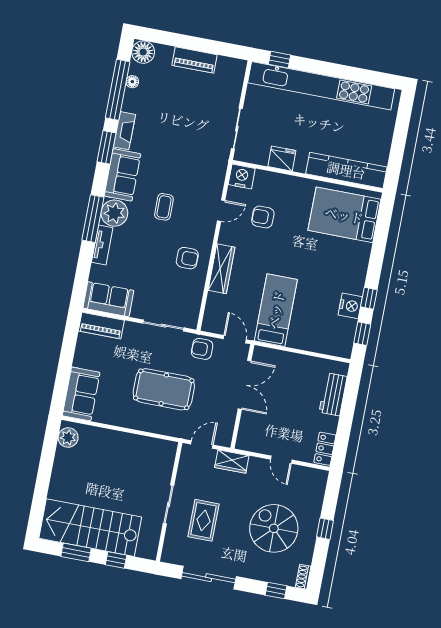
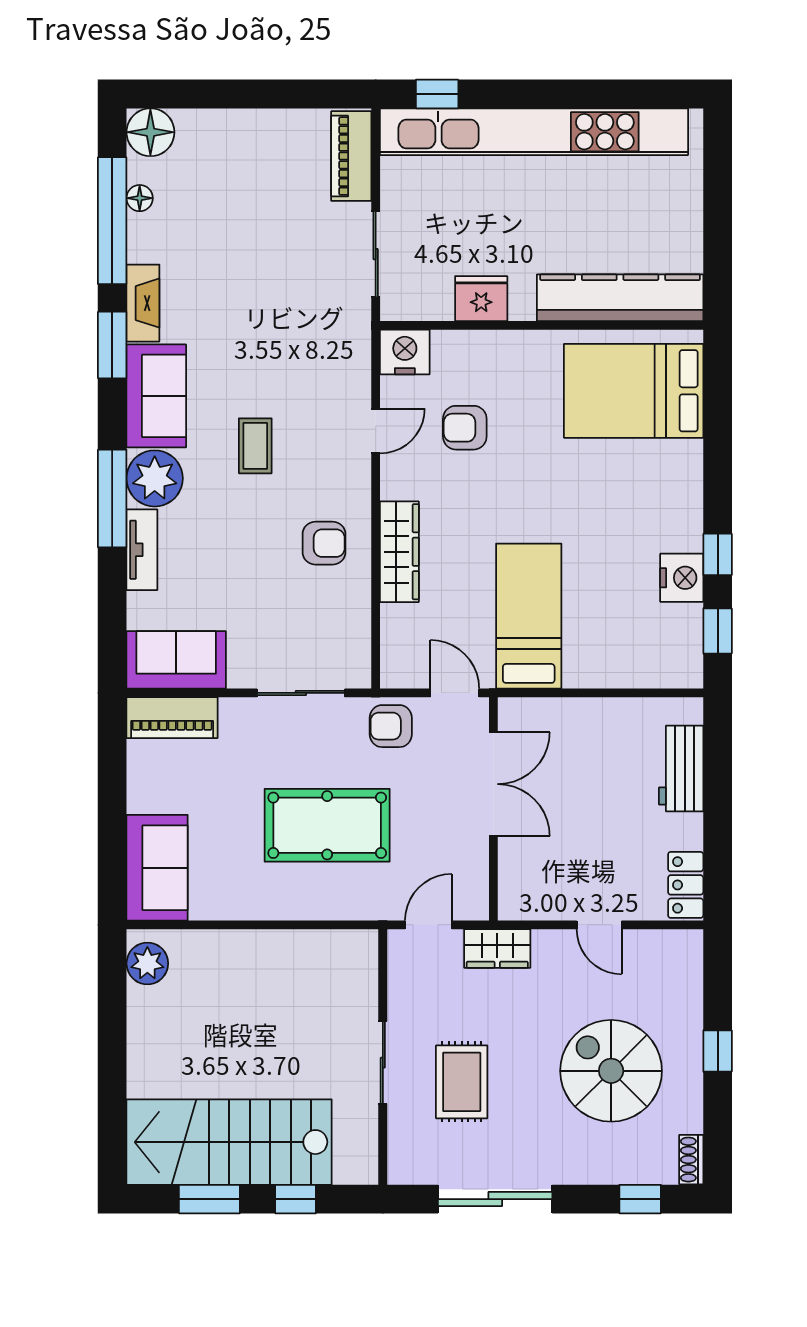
piano: (195, 60) -> (351, 156), moved, turned 90

